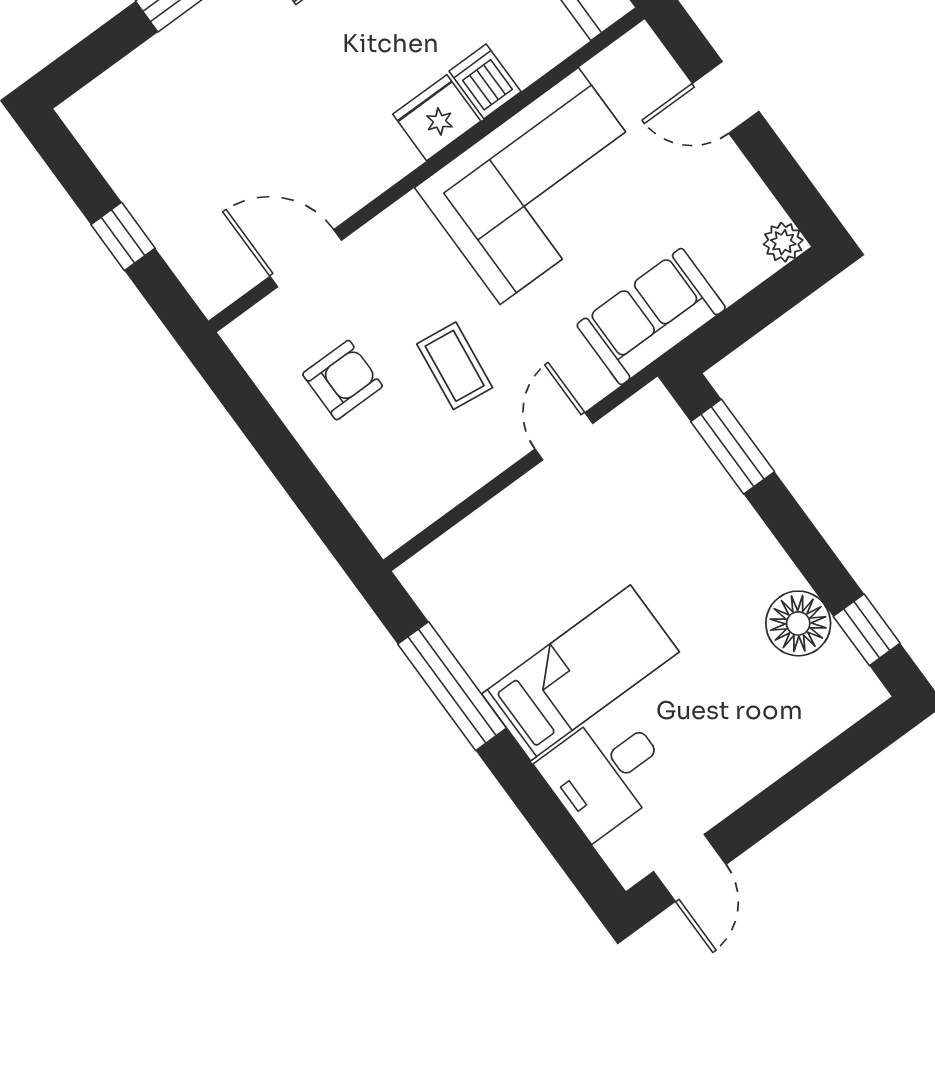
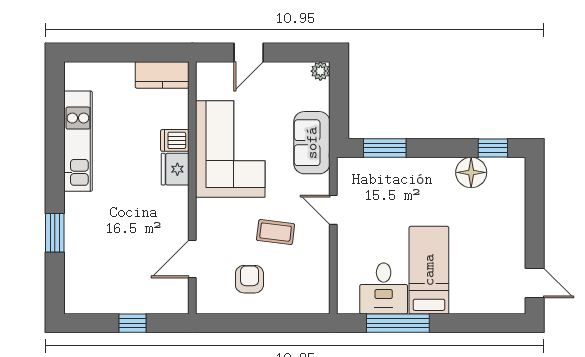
desk: (606, 772) -> (384, 288), moved

